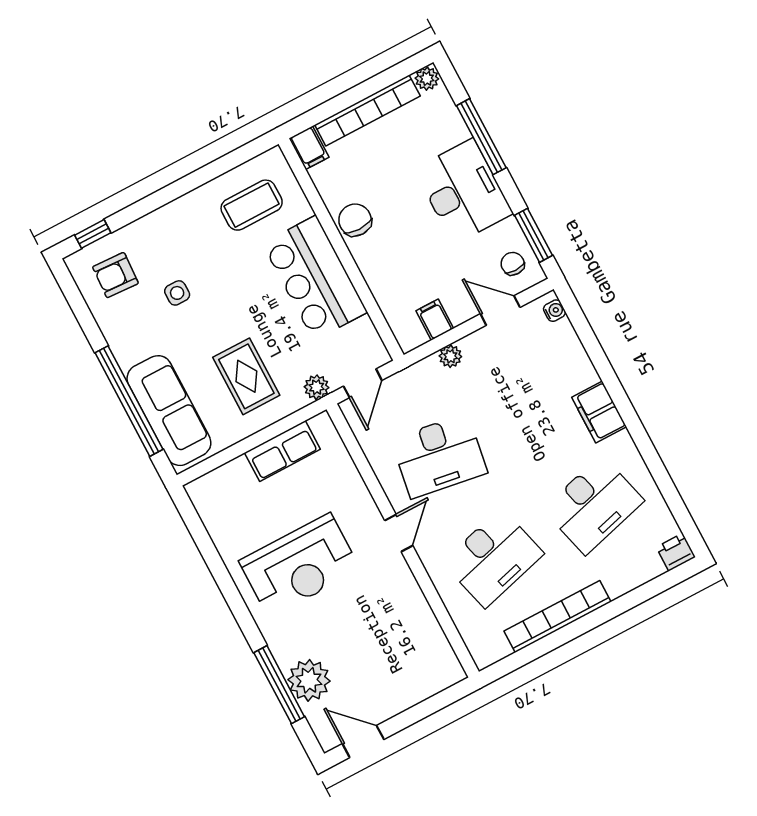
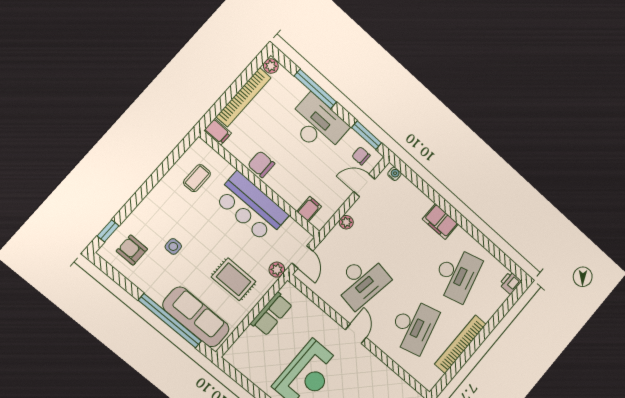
coffee table: (252, 205) -> (197, 178), width x0.73, depth x0.77
armchair: (115, 275) -> (132, 250), turned 87
filing cabinet: (435, 320) -> (309, 209), moved, turned 90

